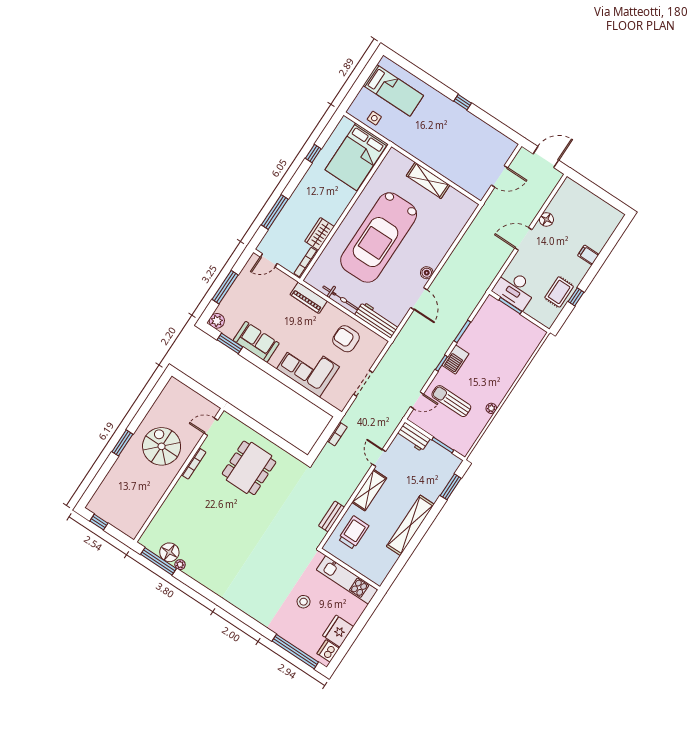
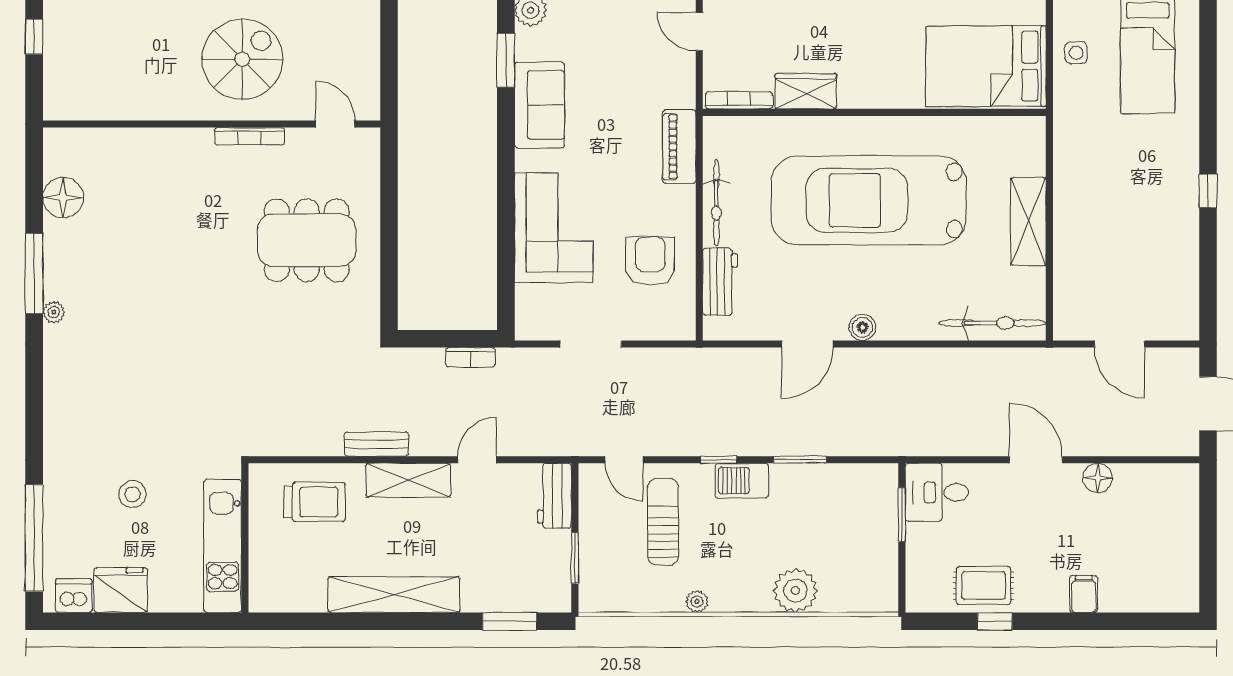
bicycle: (459, 221) -> (992, 323), added
desk: (515, 289) -> (937, 492), width x0.73
workbench: (377, 320) -> (720, 282), width x0.73
plant: (512, 367) -> (795, 591), added
bench: (332, 517) -> (376, 444), moved
window: (159, 561) -> (34, 274), moved
plant: (180, 565) -> (54, 312), moved

